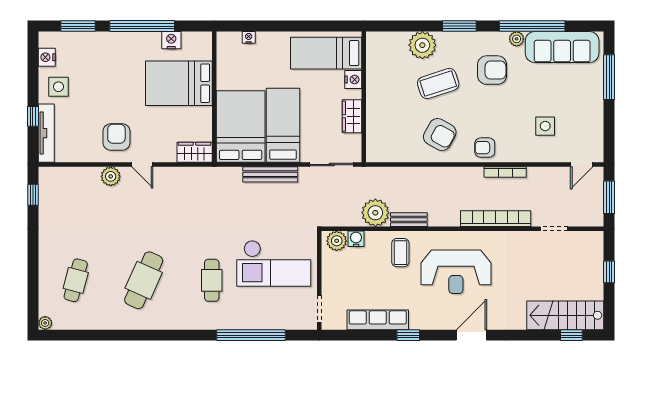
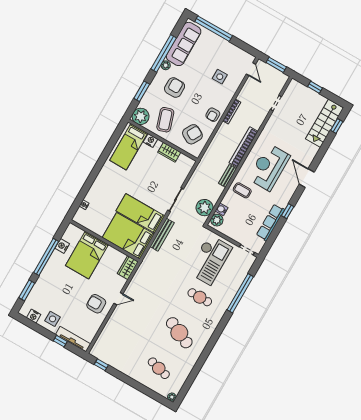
bed: (326, 53) -> (129, 147), moved
window: (609, 77) -> (214, 29), width x1.46
nightstand: (353, 80) -> (151, 141), moved
wall: (364, 97) -> (163, 140), moved
wardrobe: (352, 116) -> (169, 152), moved
plant: (111, 176) -> (115, 319), removed
plant: (375, 213) -> (205, 208), moved
bookcase: (496, 219) -> (243, 147), moved
reception desk: (456, 272) -> (269, 167), turned 180

